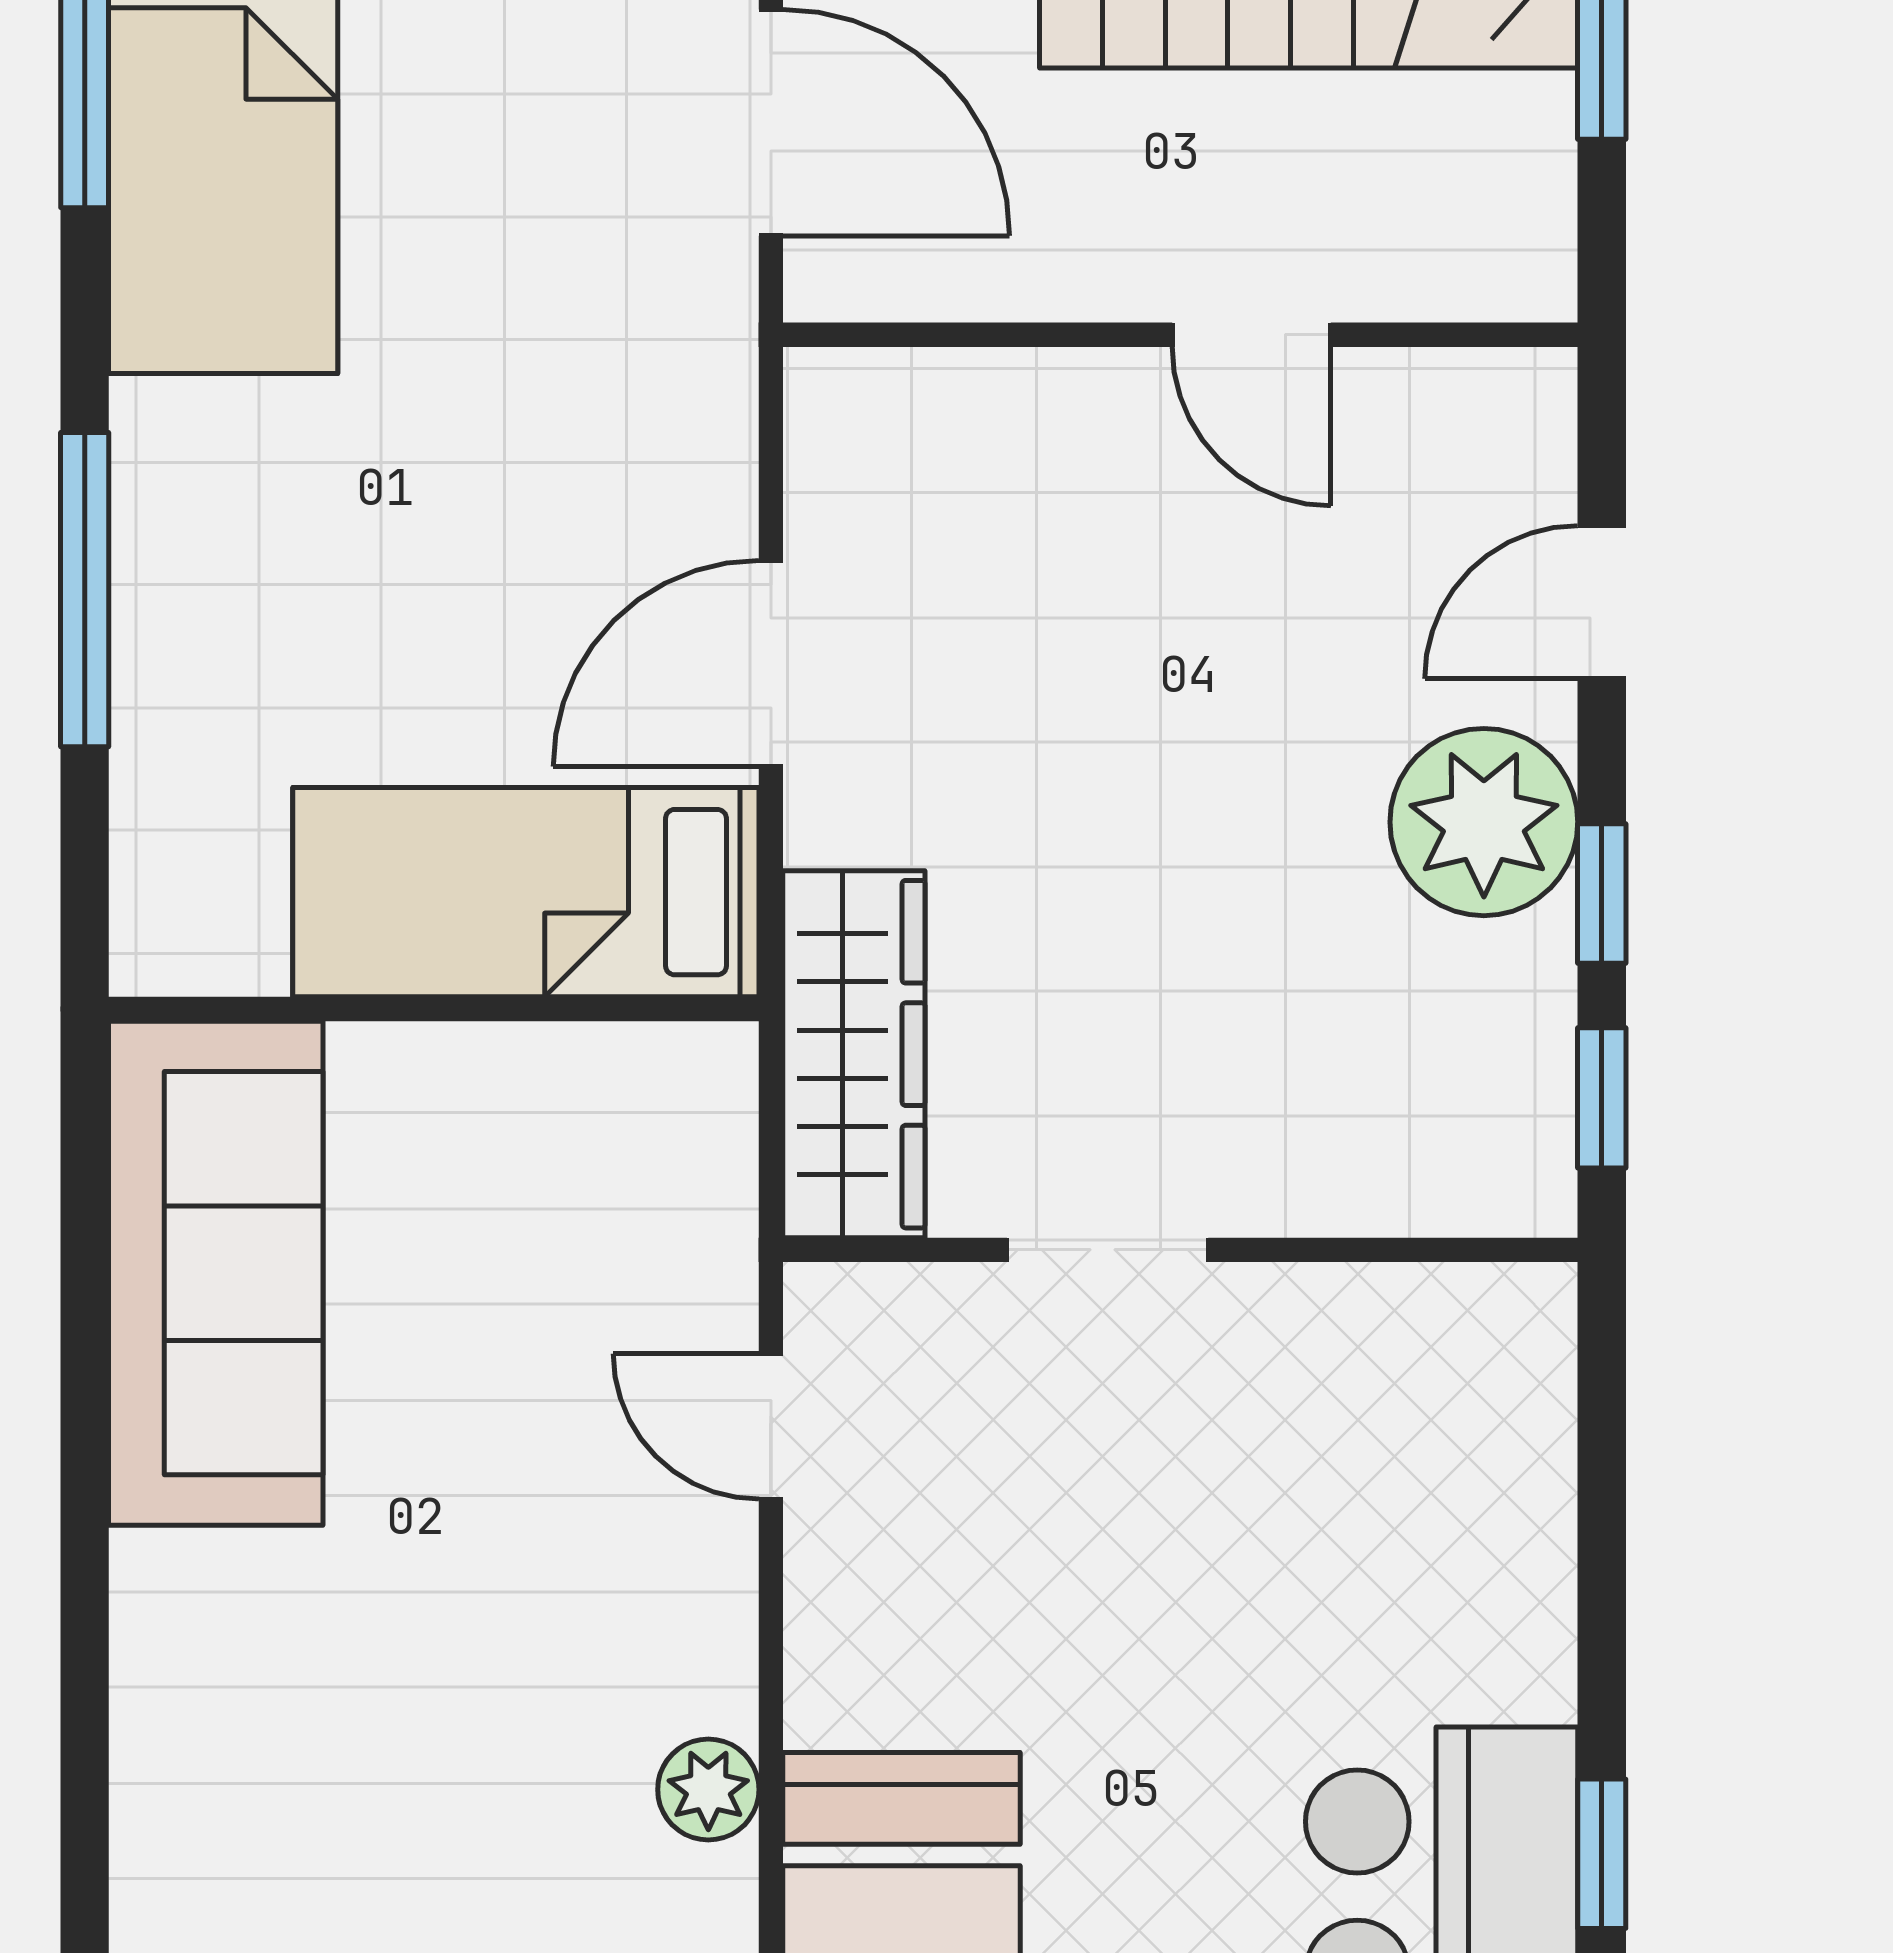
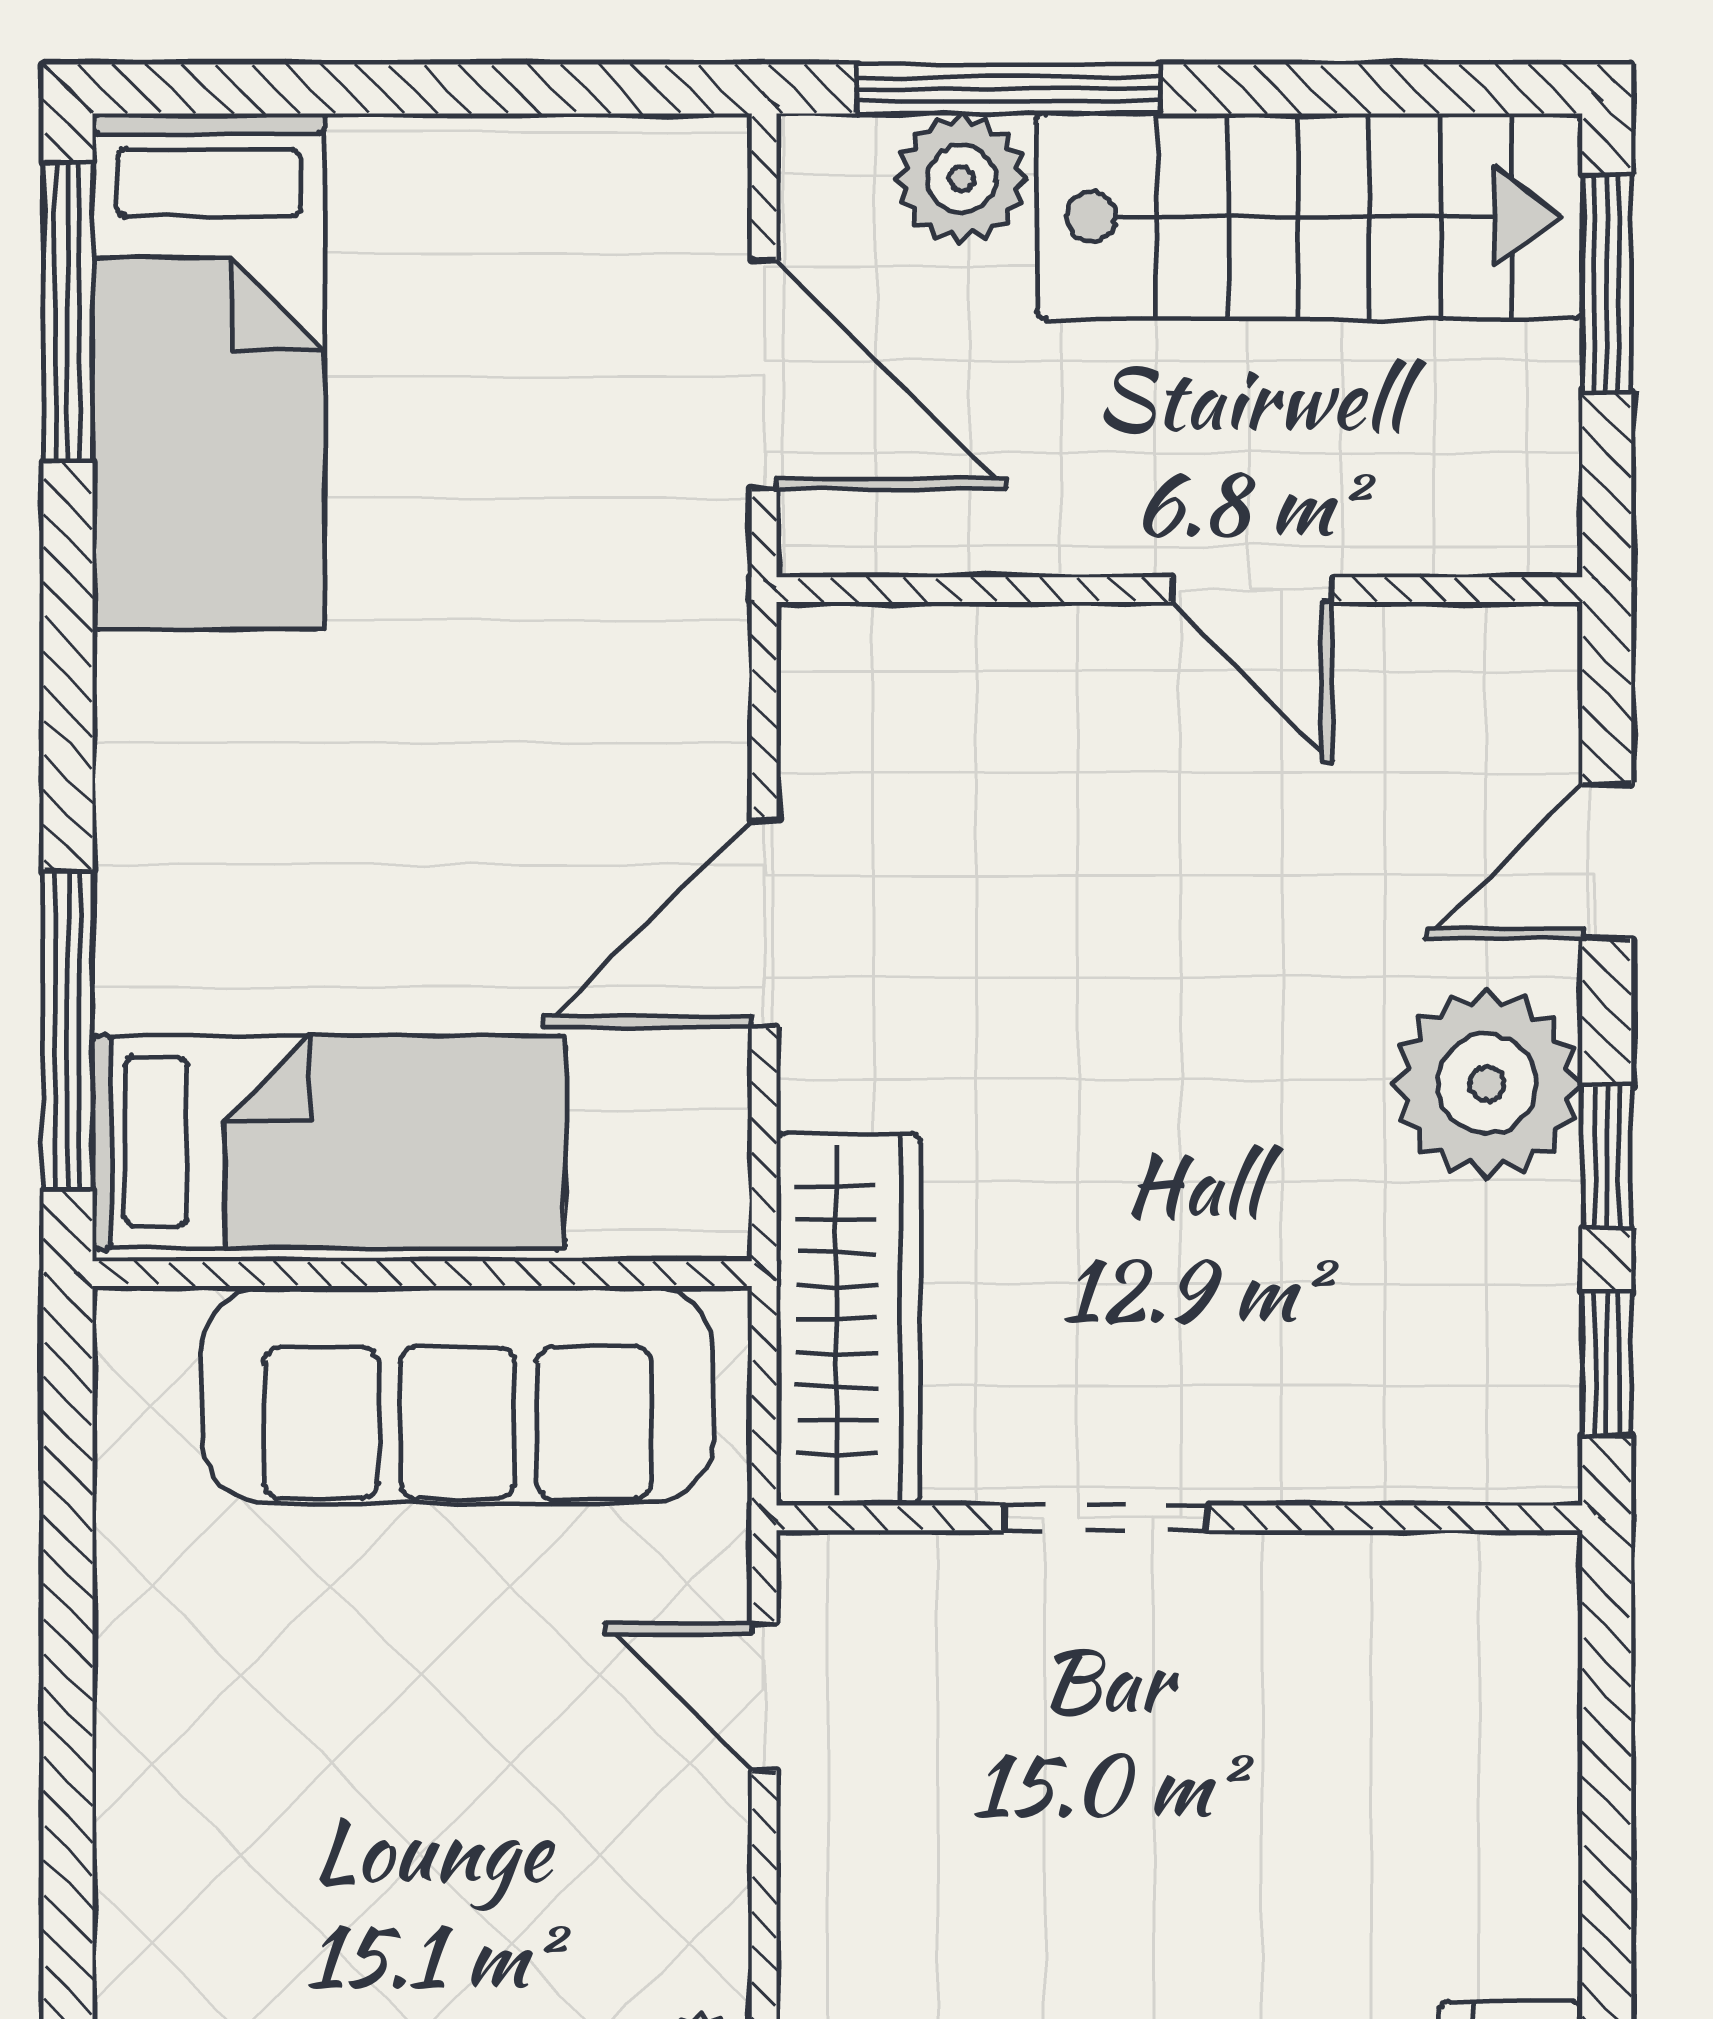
window: (85, 590) -> (68, 1030), moved
bed: (526, 892) -> (329, 1142), moved, turned 180
sofa: (216, 1273) -> (458, 1394), moved, turned 90

